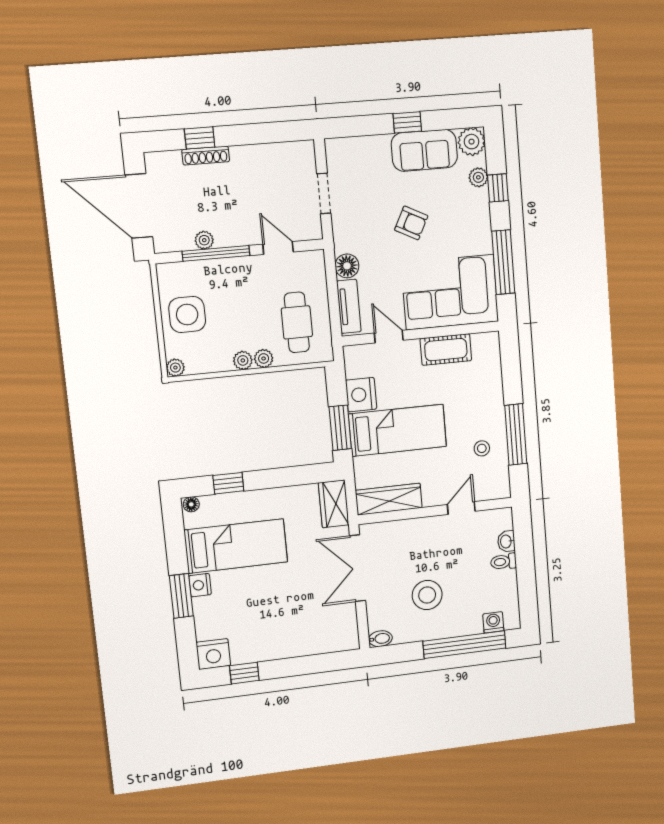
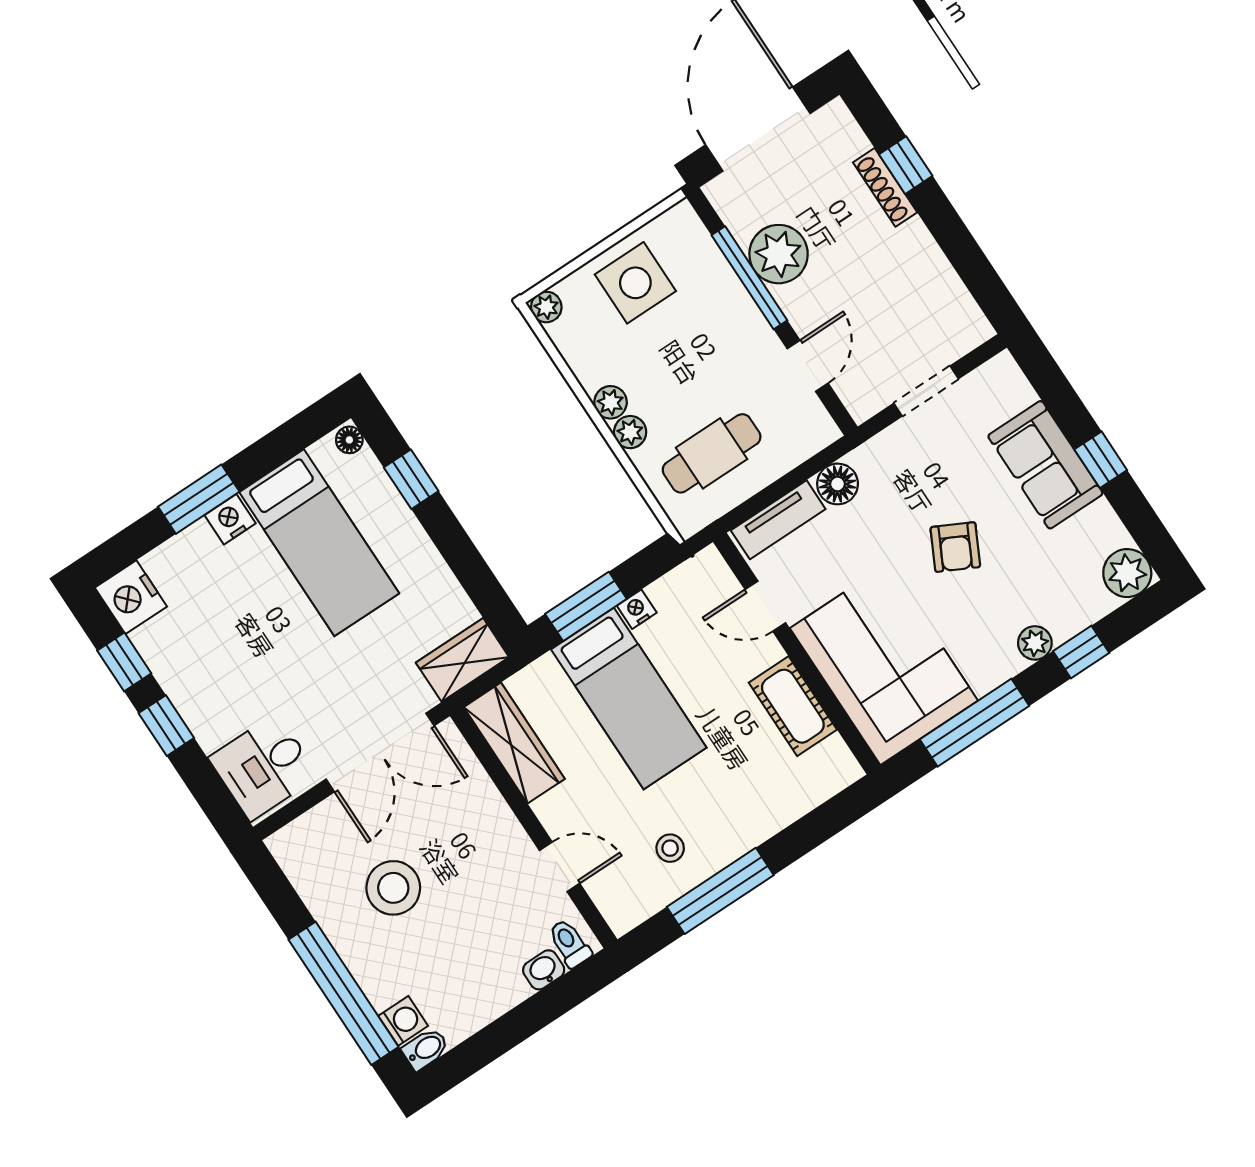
sofa: (424, 150) -> (1045, 465), moved
plant: (478, 177) -> (1035, 643), moved
plant: (204, 240) -> (779, 254), width x1.88, depth x1.88
door: (389, 337) -> (765, 606), swing flipped
nightstand: (361, 395) -> (637, 609), width x0.53, depth x0.56
toilet: (503, 562) -> (570, 943), moved
double door: (358, 568) -> (380, 752), swing flipped
desk: (334, 629) -> (264, 767), added
bidet: (380, 639) -> (426, 1049), moved, turned -90
window: (287, 667) -> (166, 726), added

